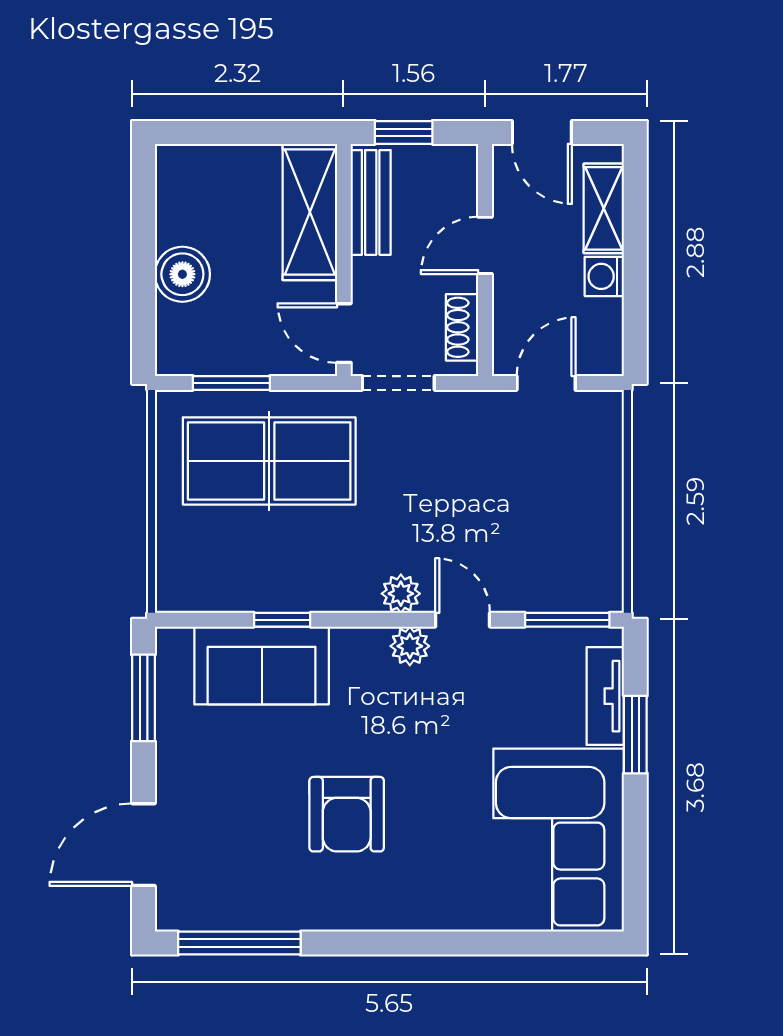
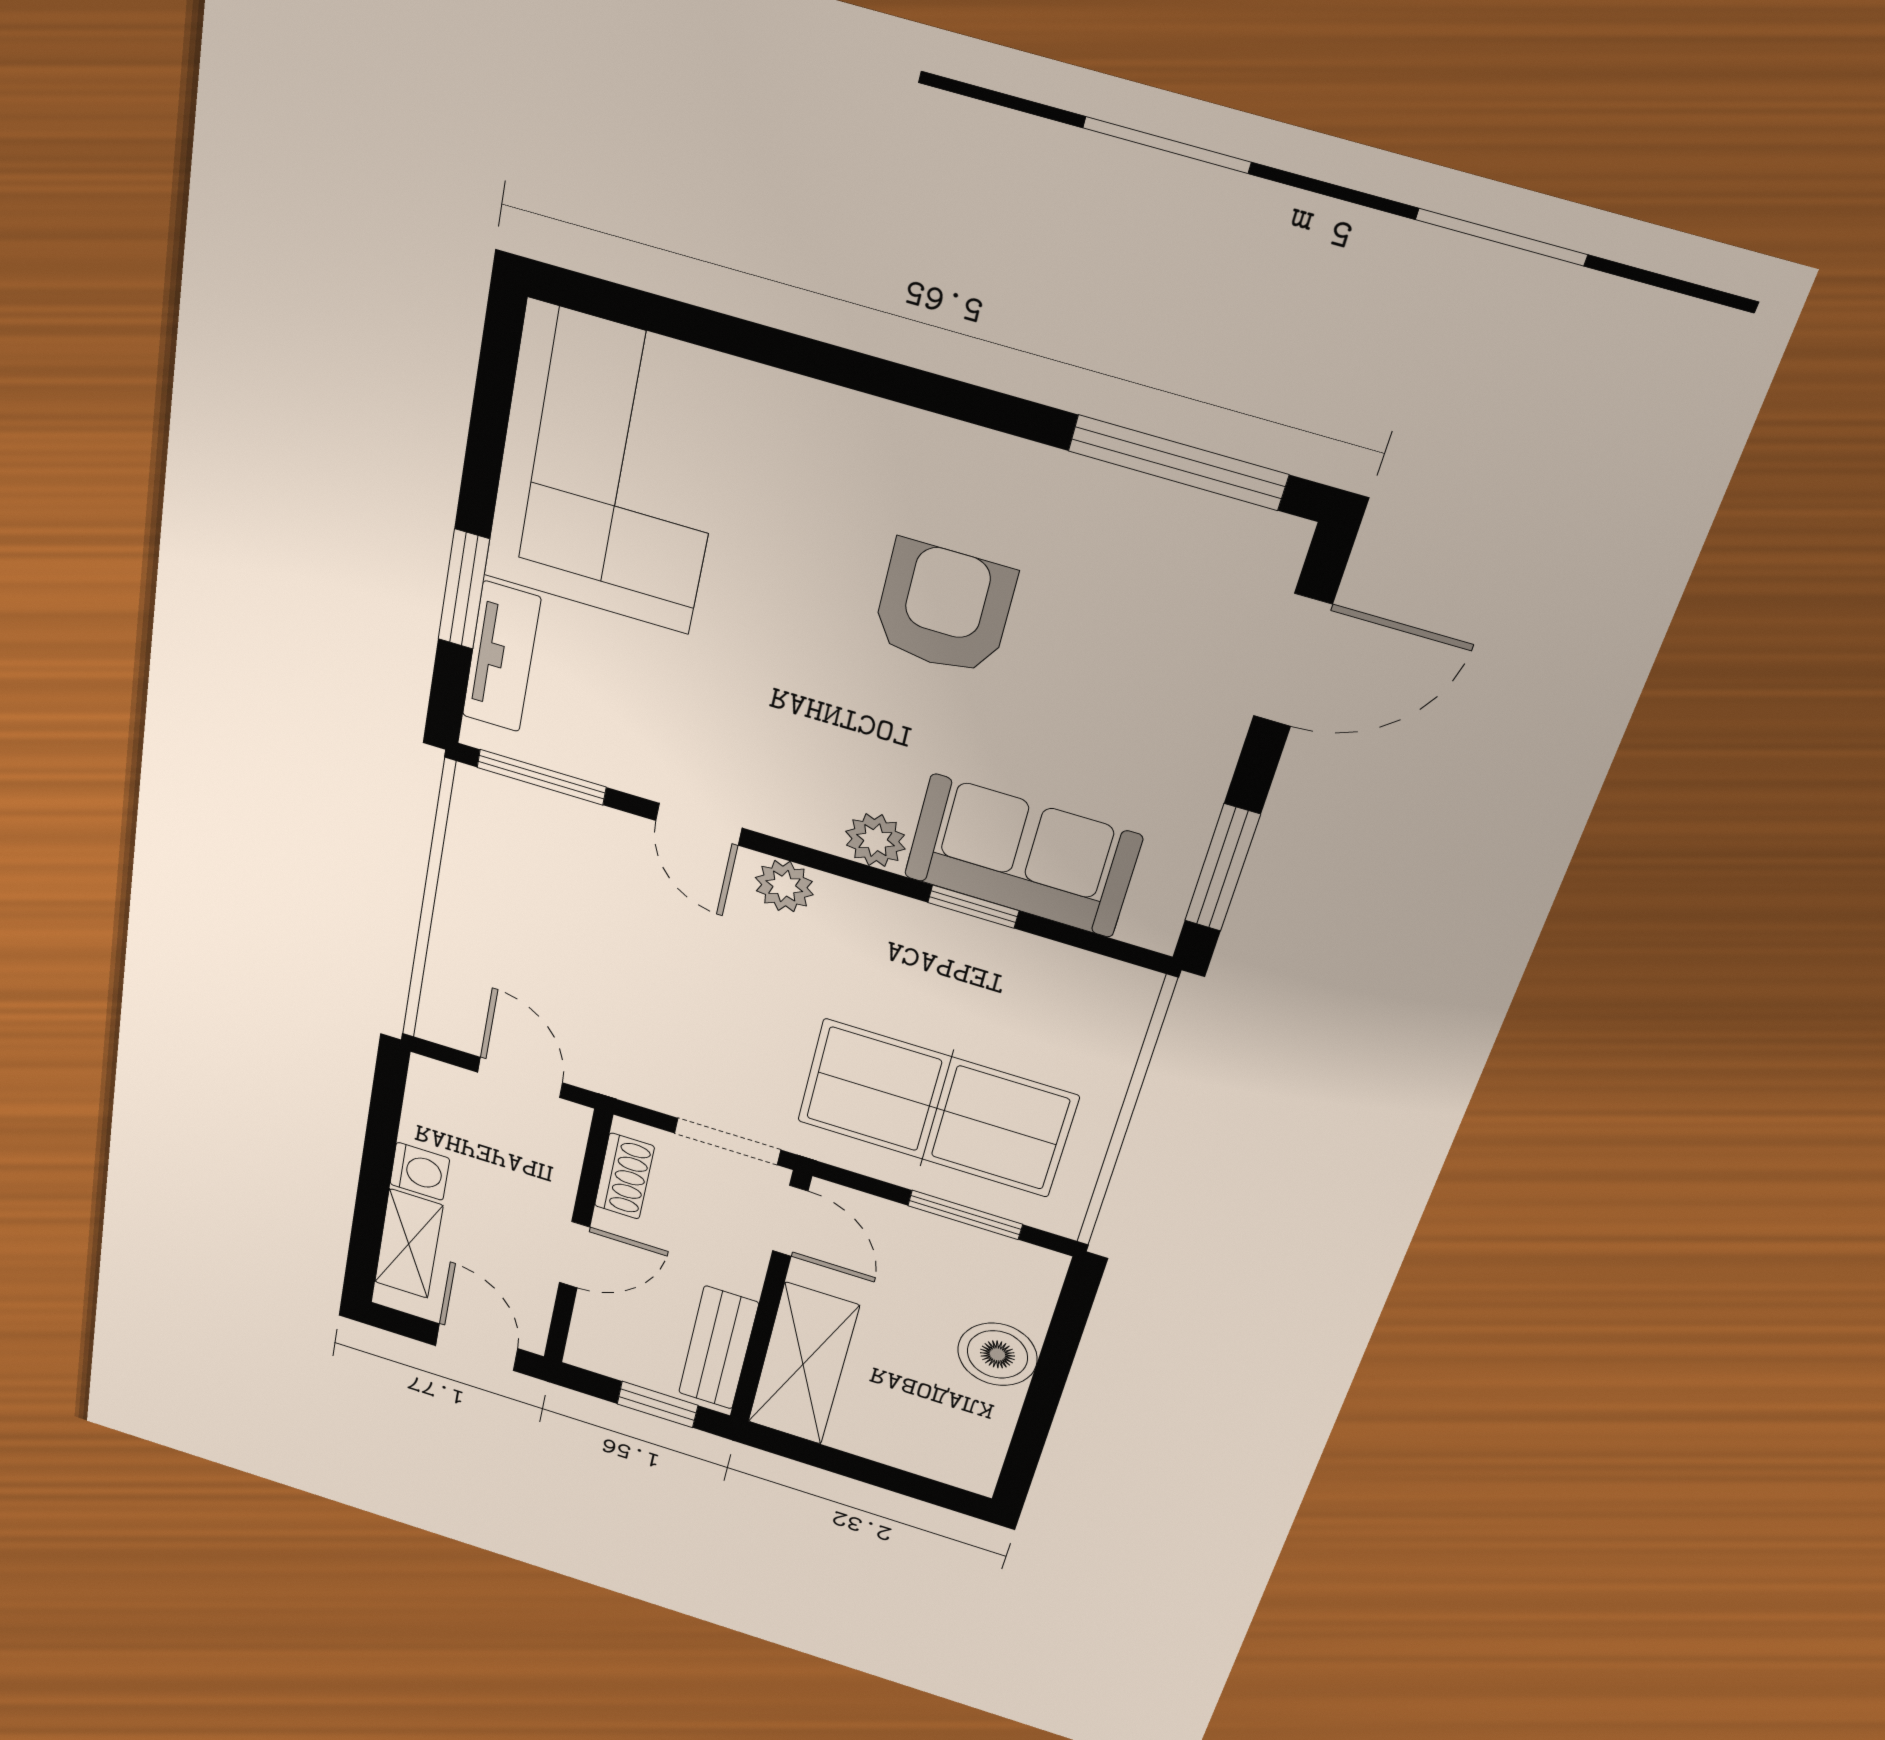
door: (546, 383) -> (520, 1077), swing flipped
plant: (410, 646) -> (875, 840), moved

